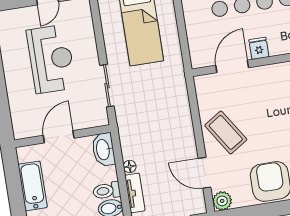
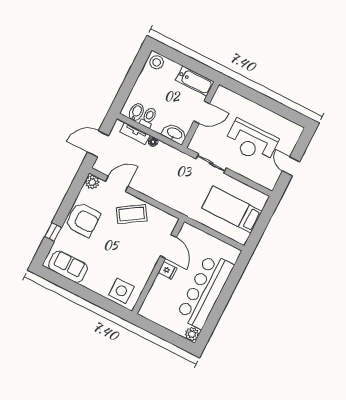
door: (59, 137) -> (202, 112), hinge flipped
bathtub: (33, 186) -> (195, 81), moved

